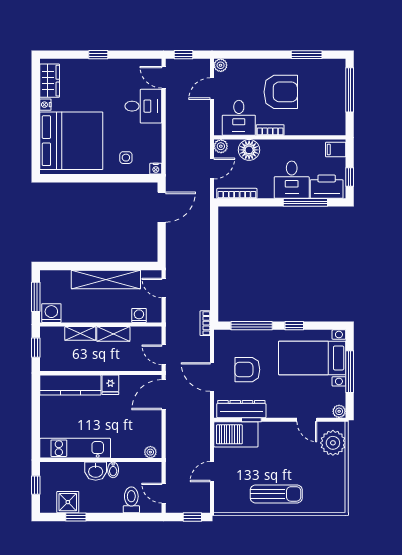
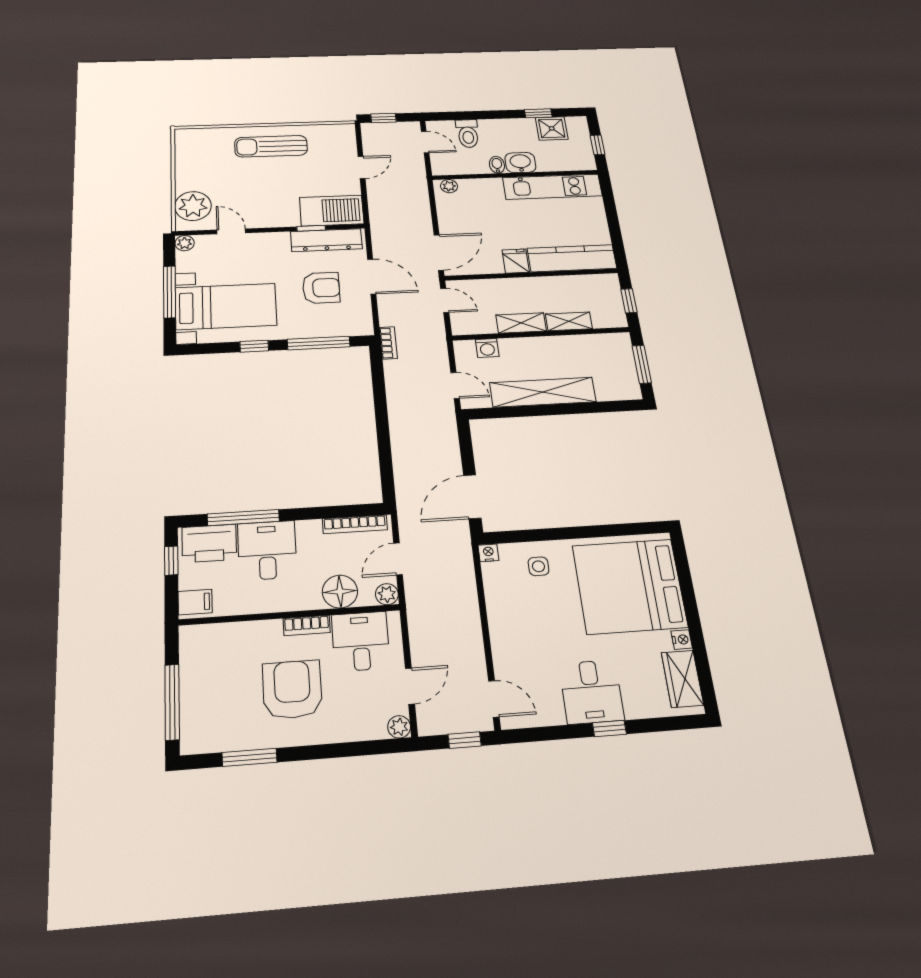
armchair: (281, 92) -> (292, 689), turned 90
desk: (143, 106) -> (591, 692), moved, turned -90
washing machine: (51, 313) -> (615, 345), removed

